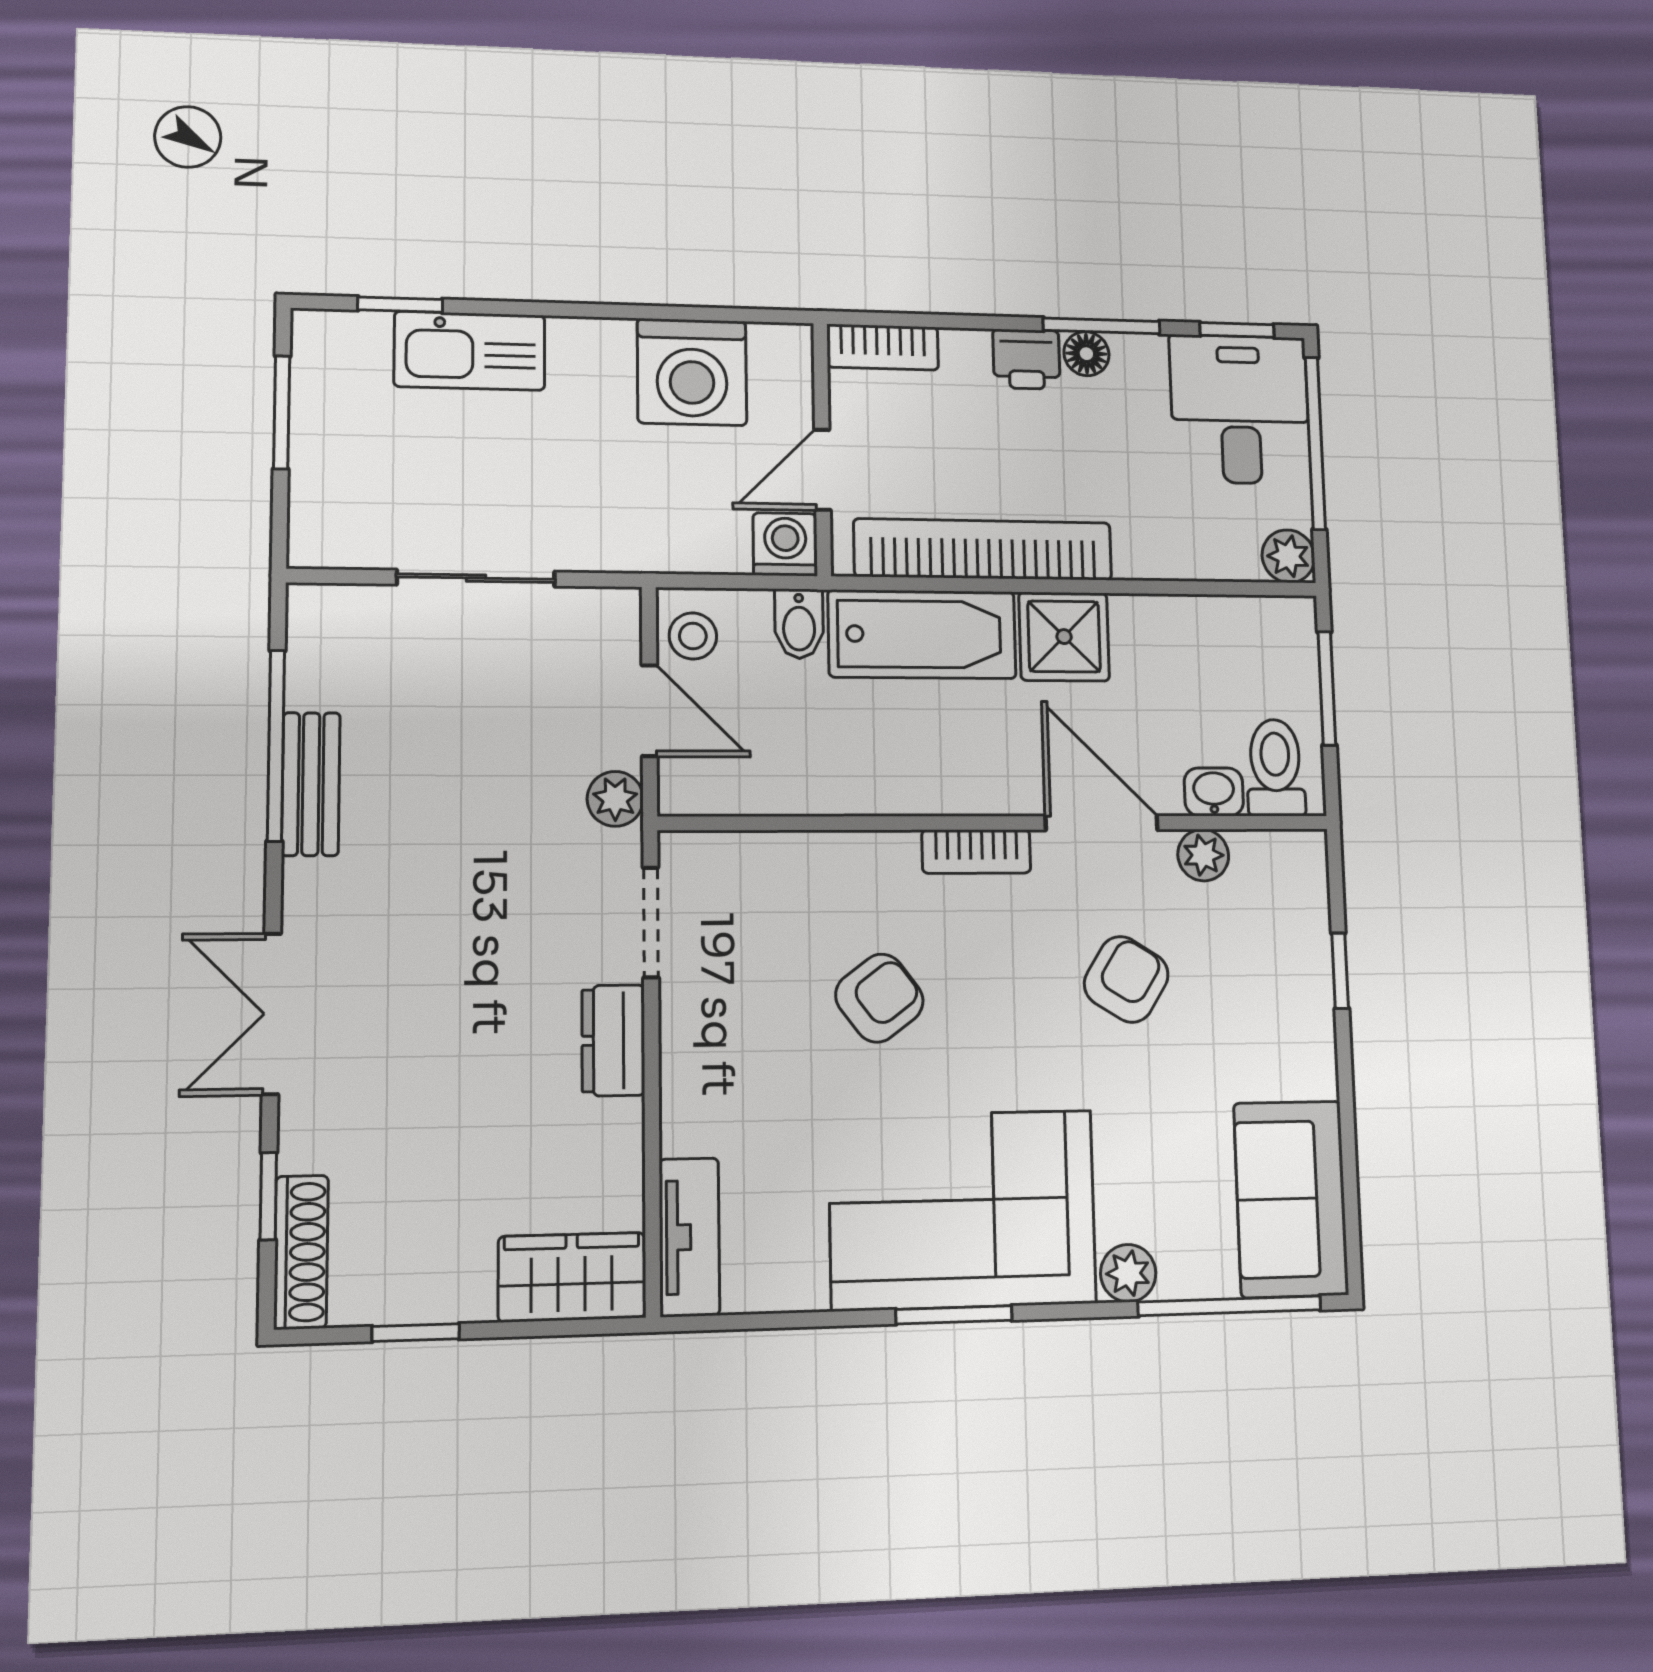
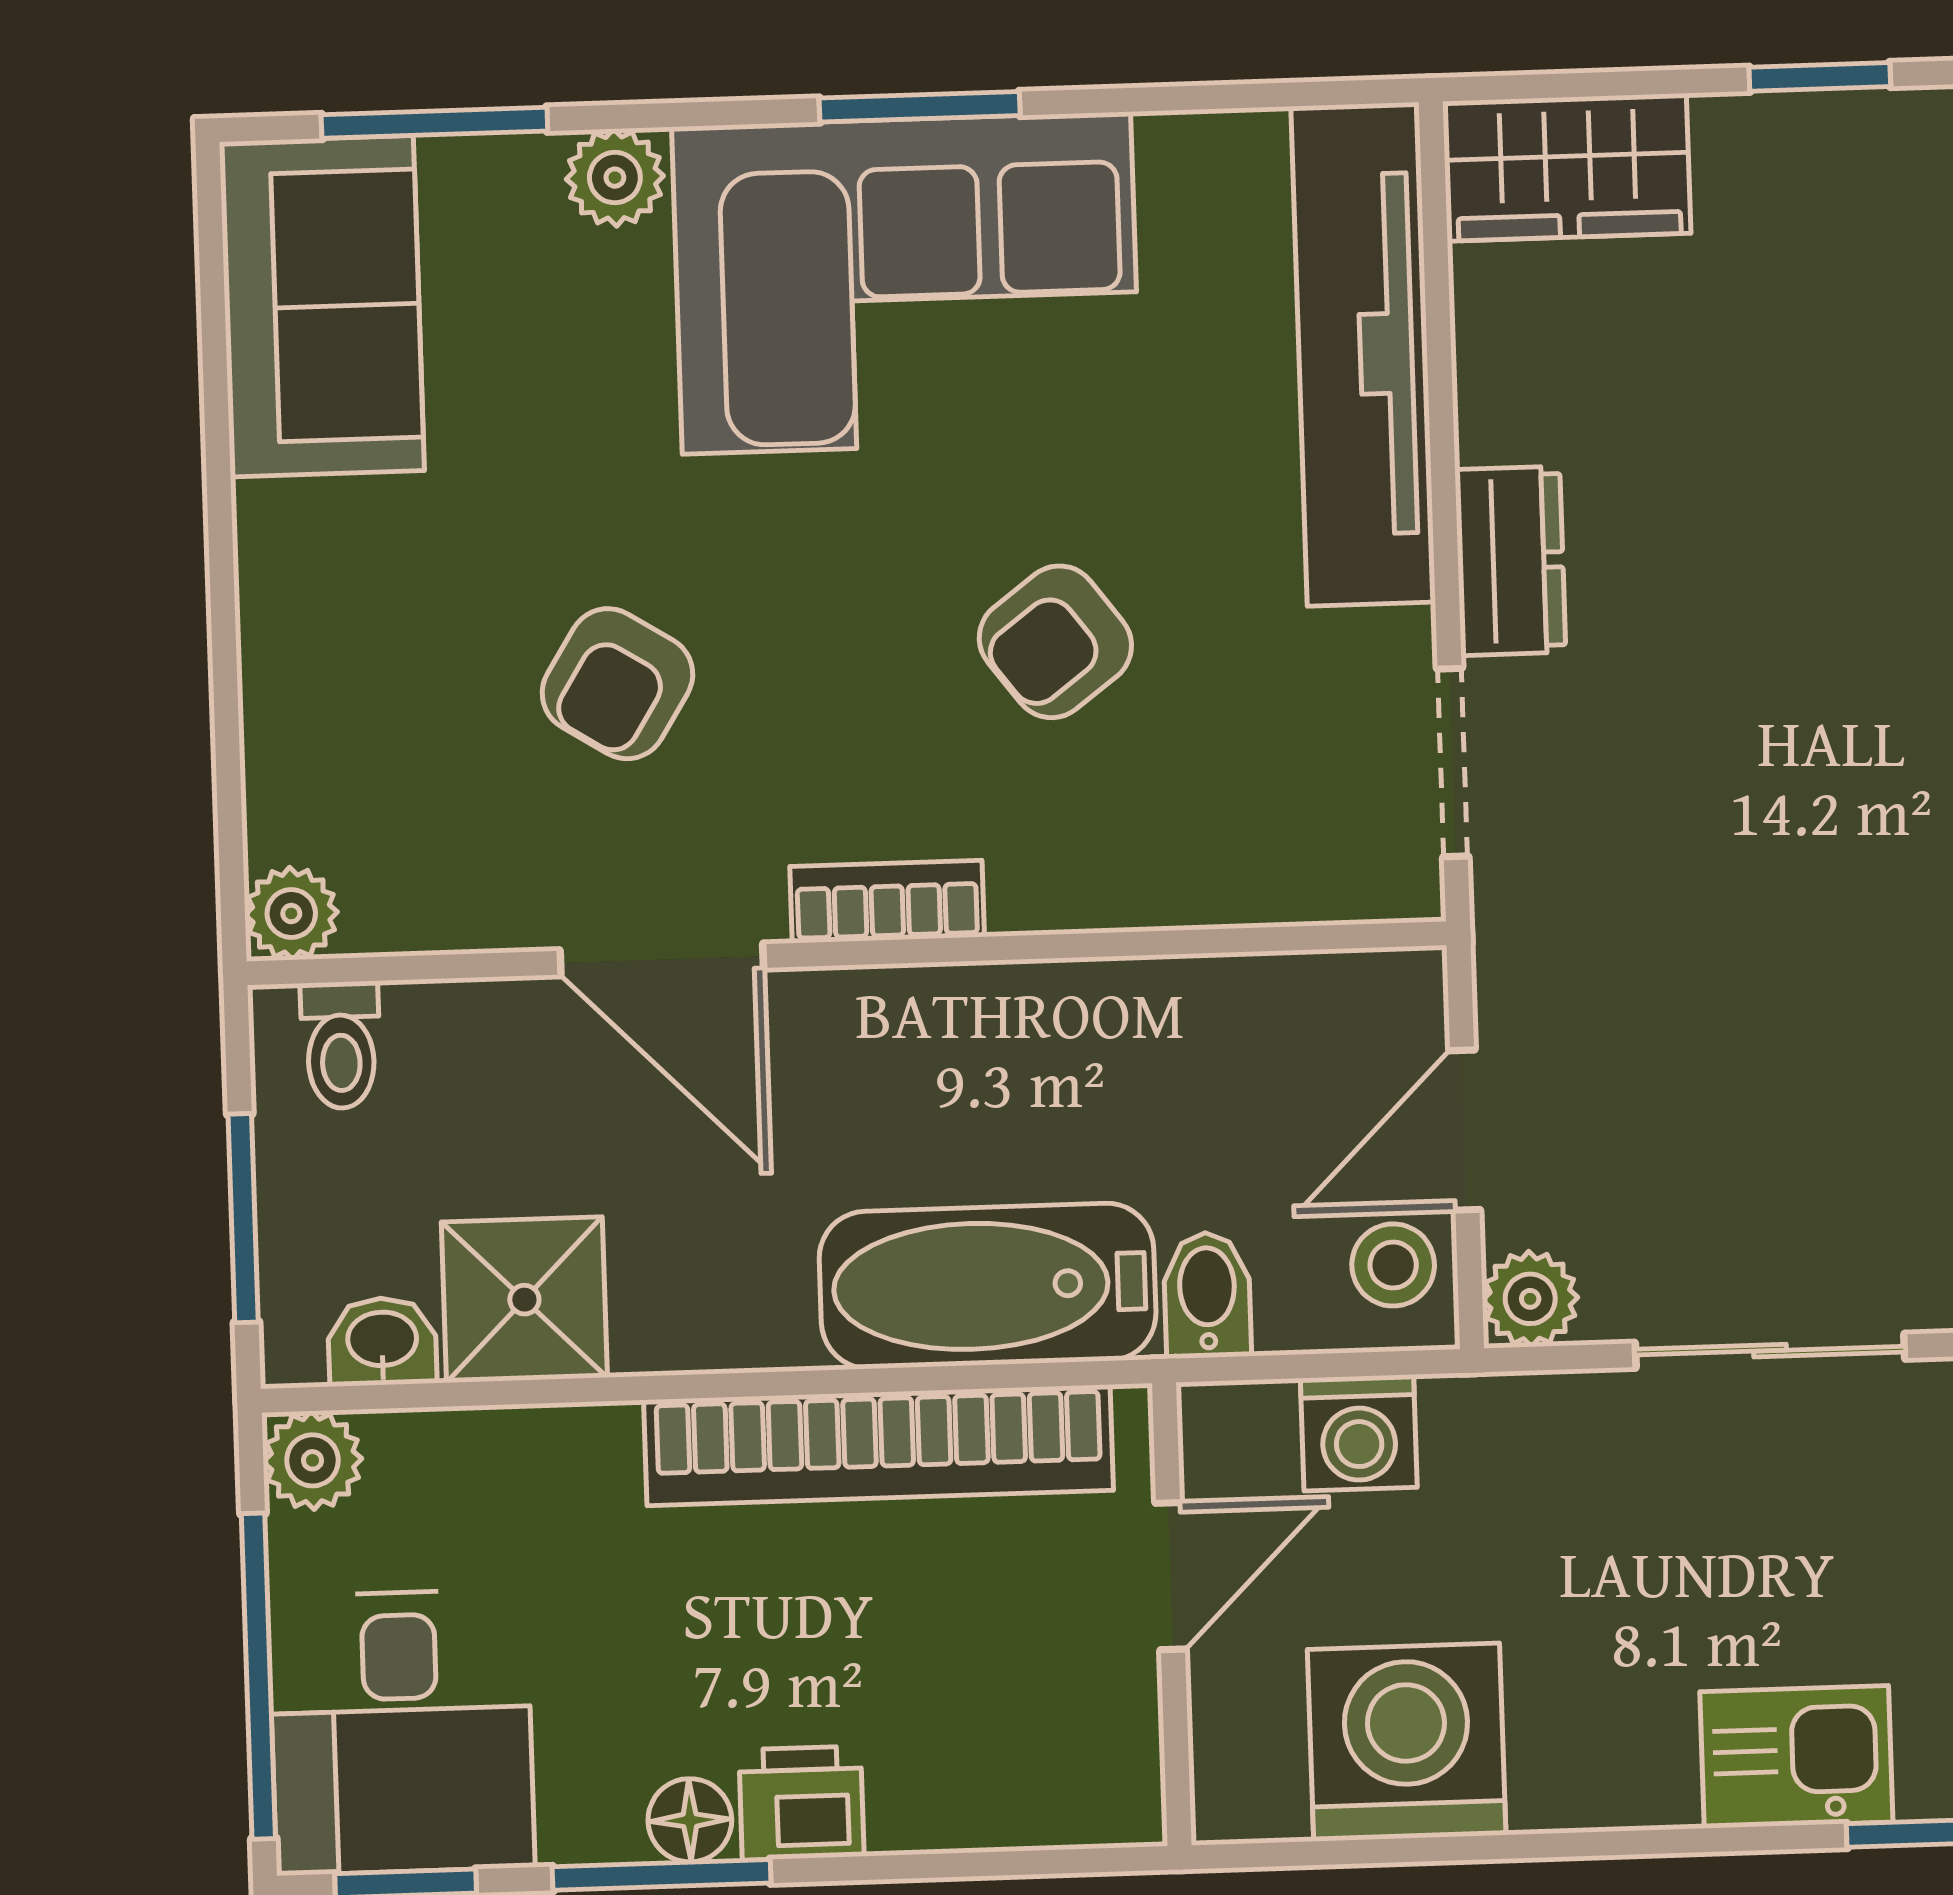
bookcase: (883, 347) -> (1065, 1809), removed
kitchen sink: (470, 351) -> (1796, 1757), width x0.73
washing machine: (785, 544) -> (1359, 1433), moved
shower: (1064, 637) -> (524, 1300), moved
door: (650, 711) -> (1465, 1130), hinge flipped
toilet: (1275, 768) -> (341, 1045), width x0.73, depth x0.72
washbasin: (1214, 792) -> (382, 1341), moved, turned 180
plant: (615, 799) -> (1530, 1299), moved
plant: (1203, 855) -> (291, 914), moved
window: (1340, 971) -> (226, 707), removed
tv unit: (689, 1237) -> (1363, 354), width x1.92, depth x1.29
window: (1230, 1306) -> (434, 123), width x0.69

